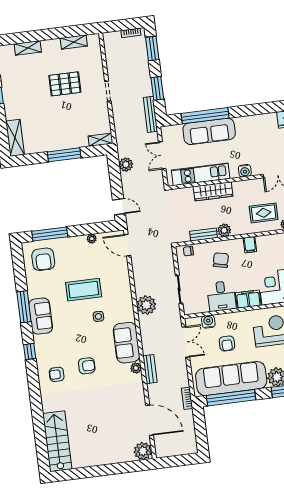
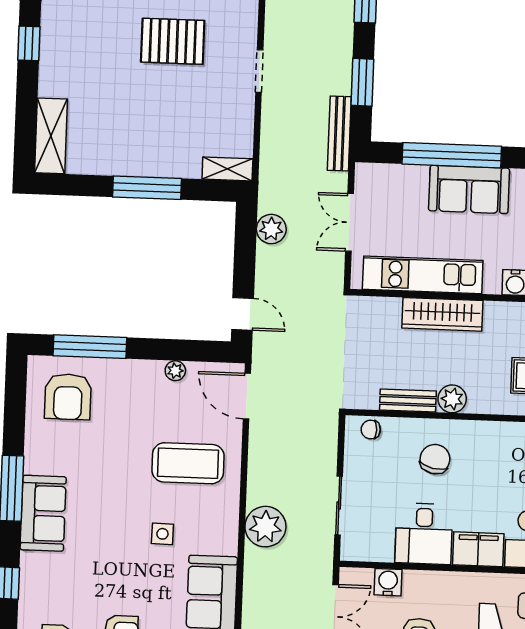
sofa: (209, 131) -> (469, 189), width x0.73
filing cabinet: (250, 245) -> (500, 437), removed
coffee table: (84, 290) -> (188, 463), moved

